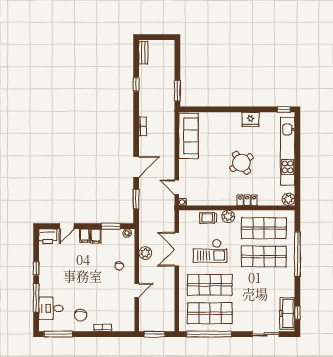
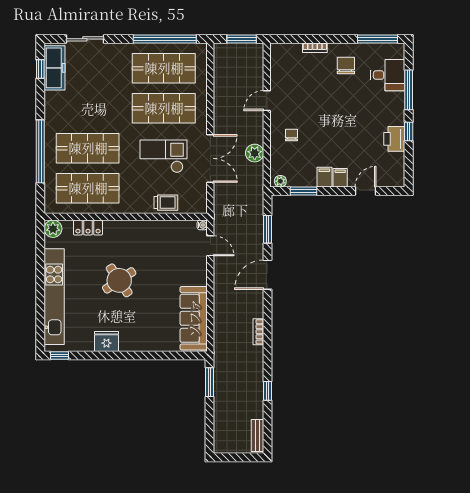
locker: (247, 200) -> (88, 228), moved
plant: (228, 216) -> (138, 205), removed
printer: (48, 236) -> (394, 139), moved, turned -90

